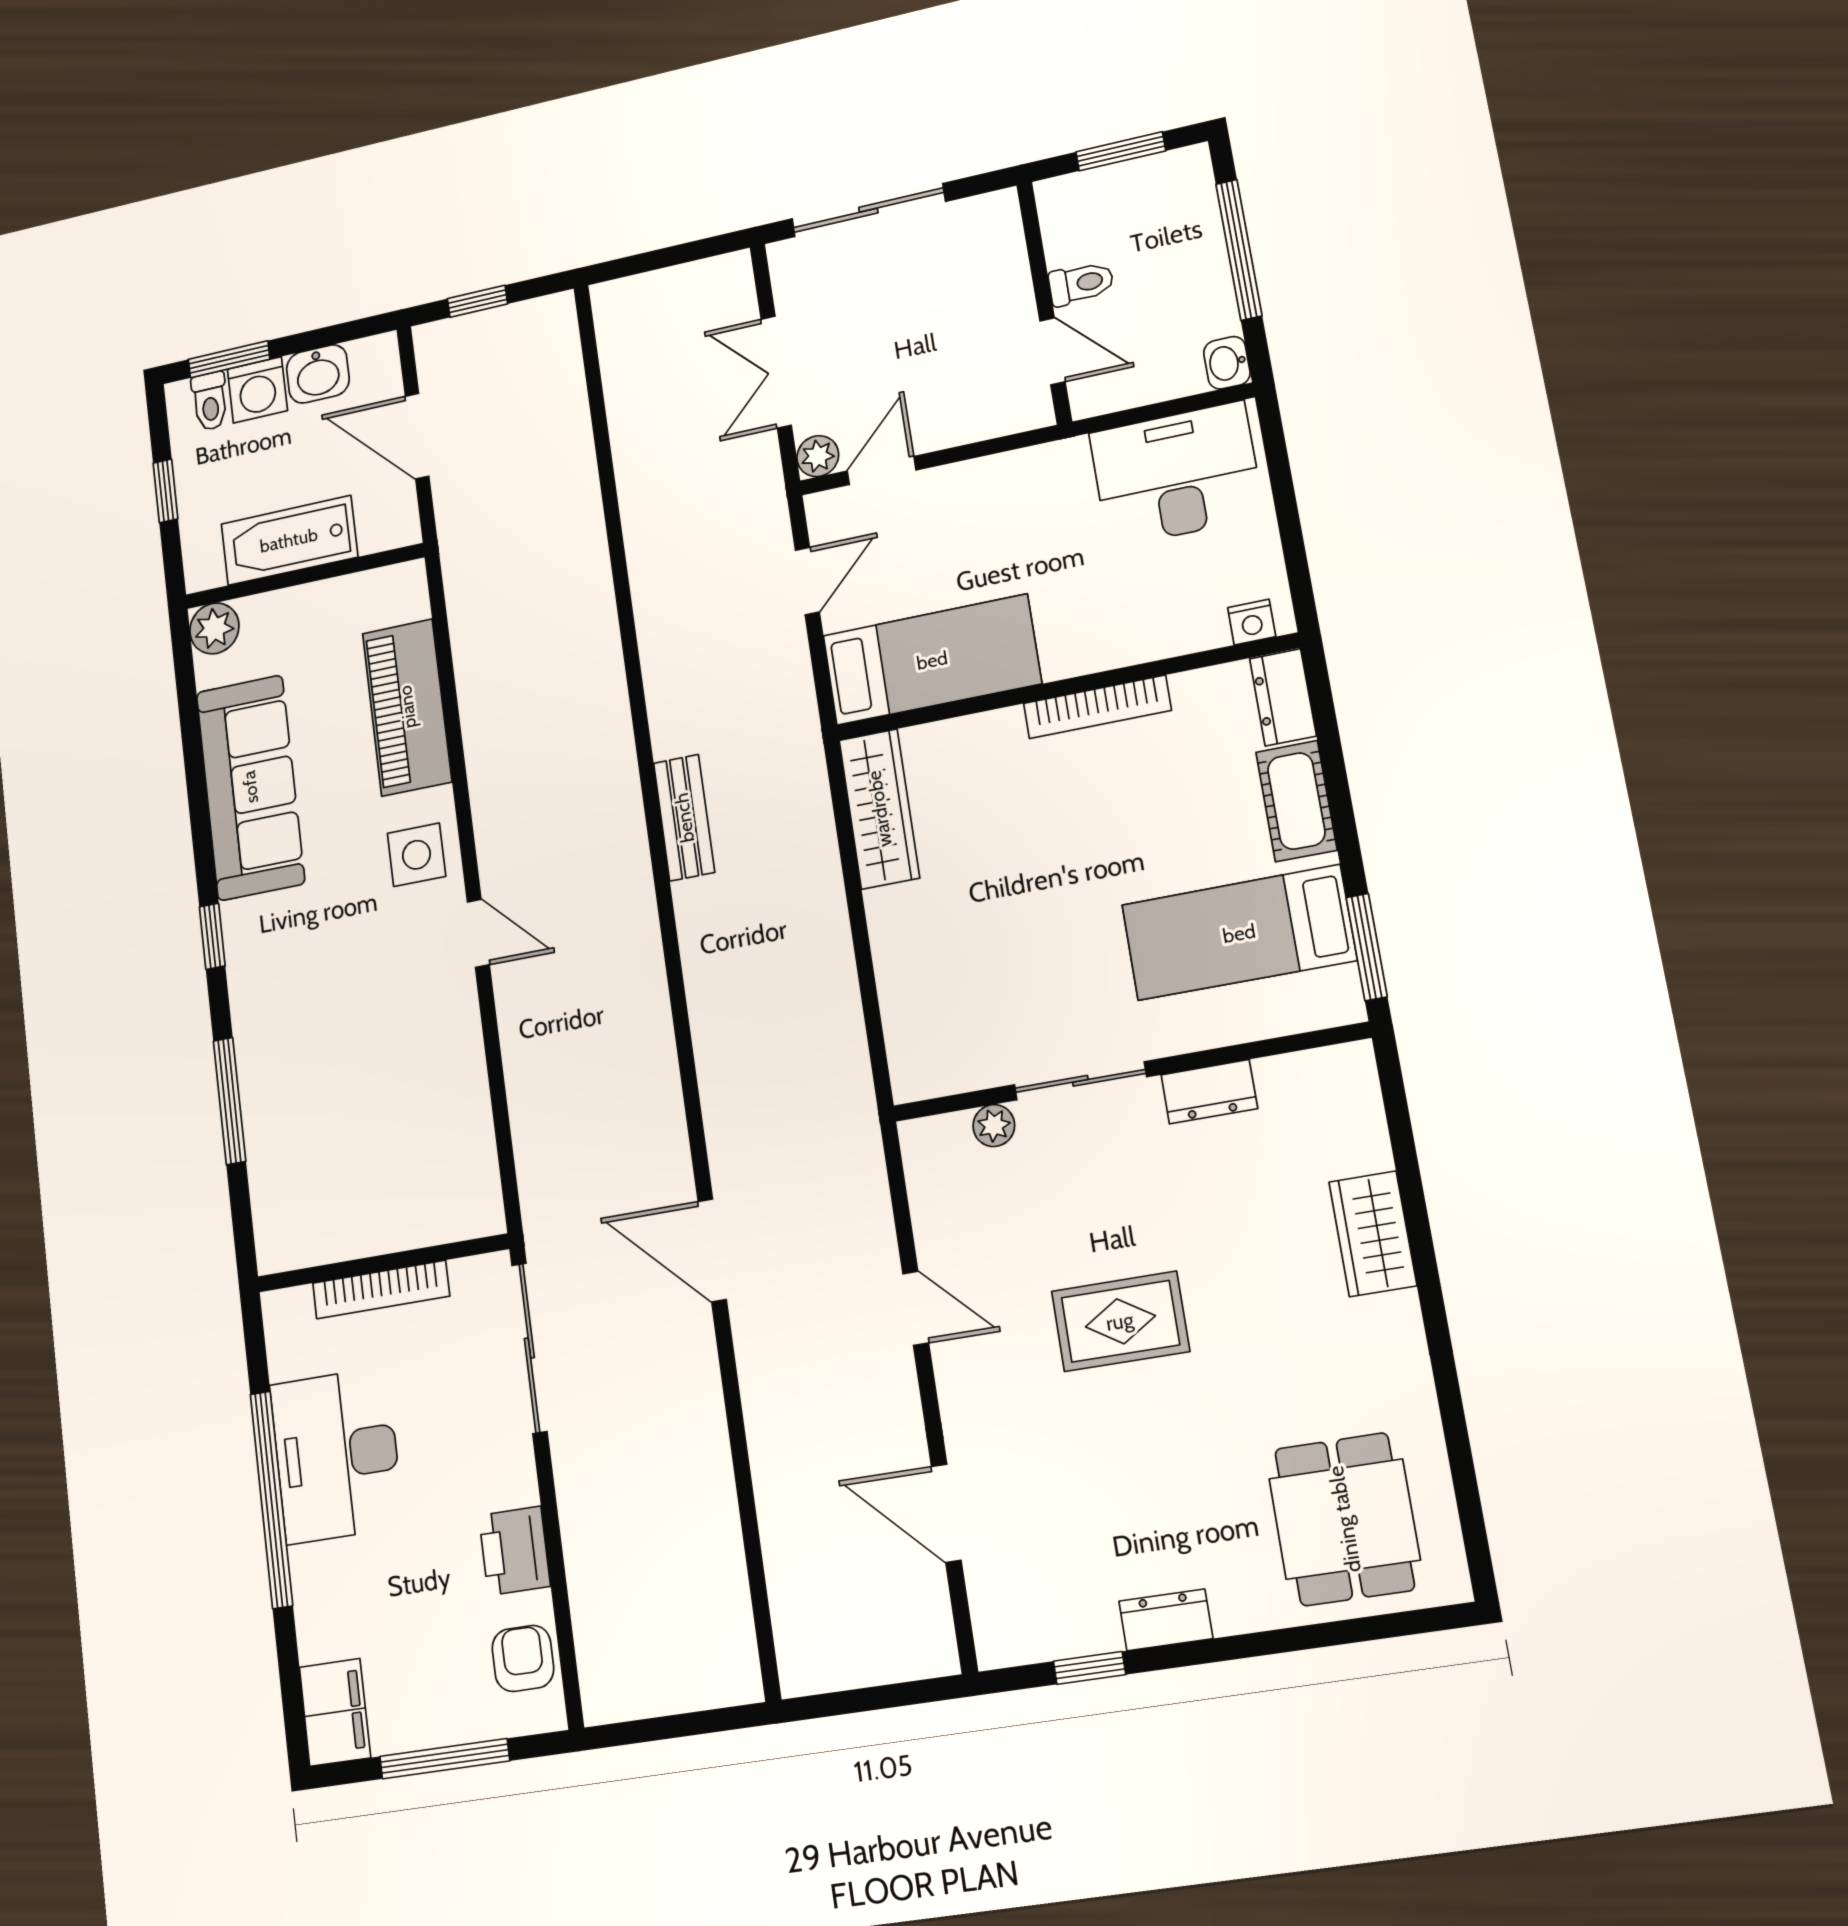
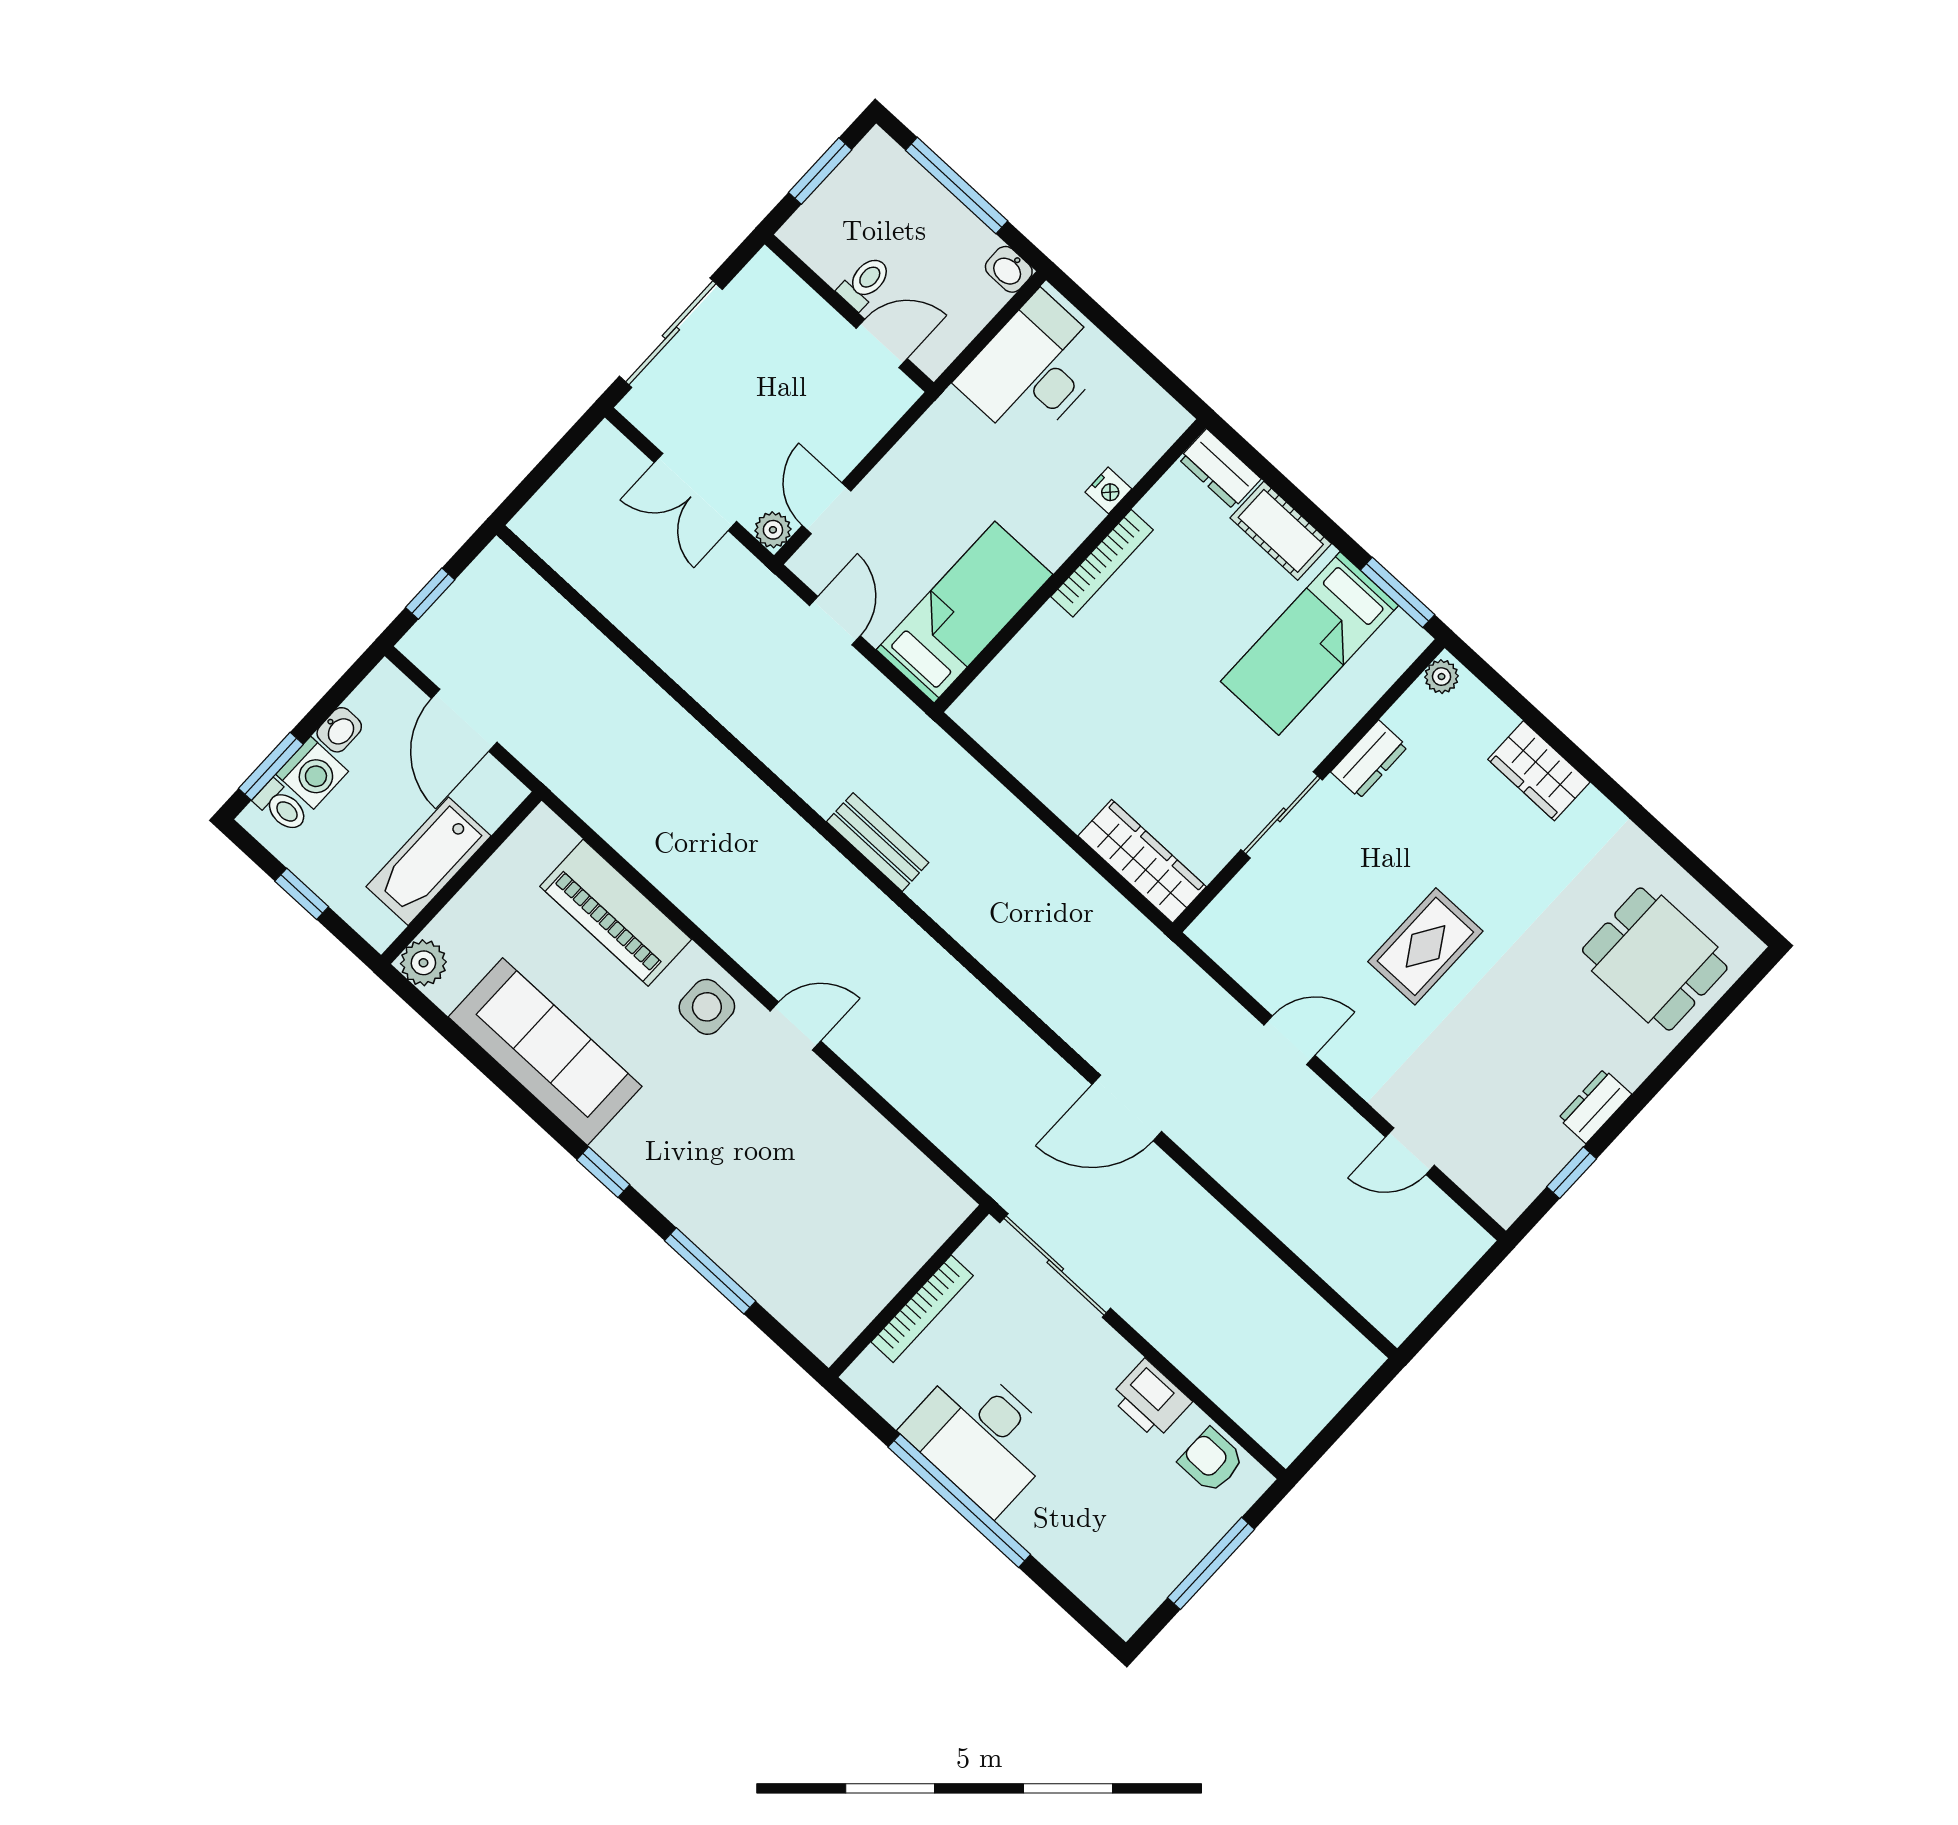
washbasin: (318, 374) -> (339, 730), width x0.72, depth x0.69
door: (417, 436) -> (464, 720), hinge flipped
nightstand: (1252, 622) -> (1108, 490), moved
wardrobe: (879, 809) -> (1142, 861), moved
plant: (994, 1126) -> (1442, 677), moved
door: (946, 1513) -> (1410, 1151), width x0.73
filing cabinet: (335, 1712) -> (1115, 1596), removed

